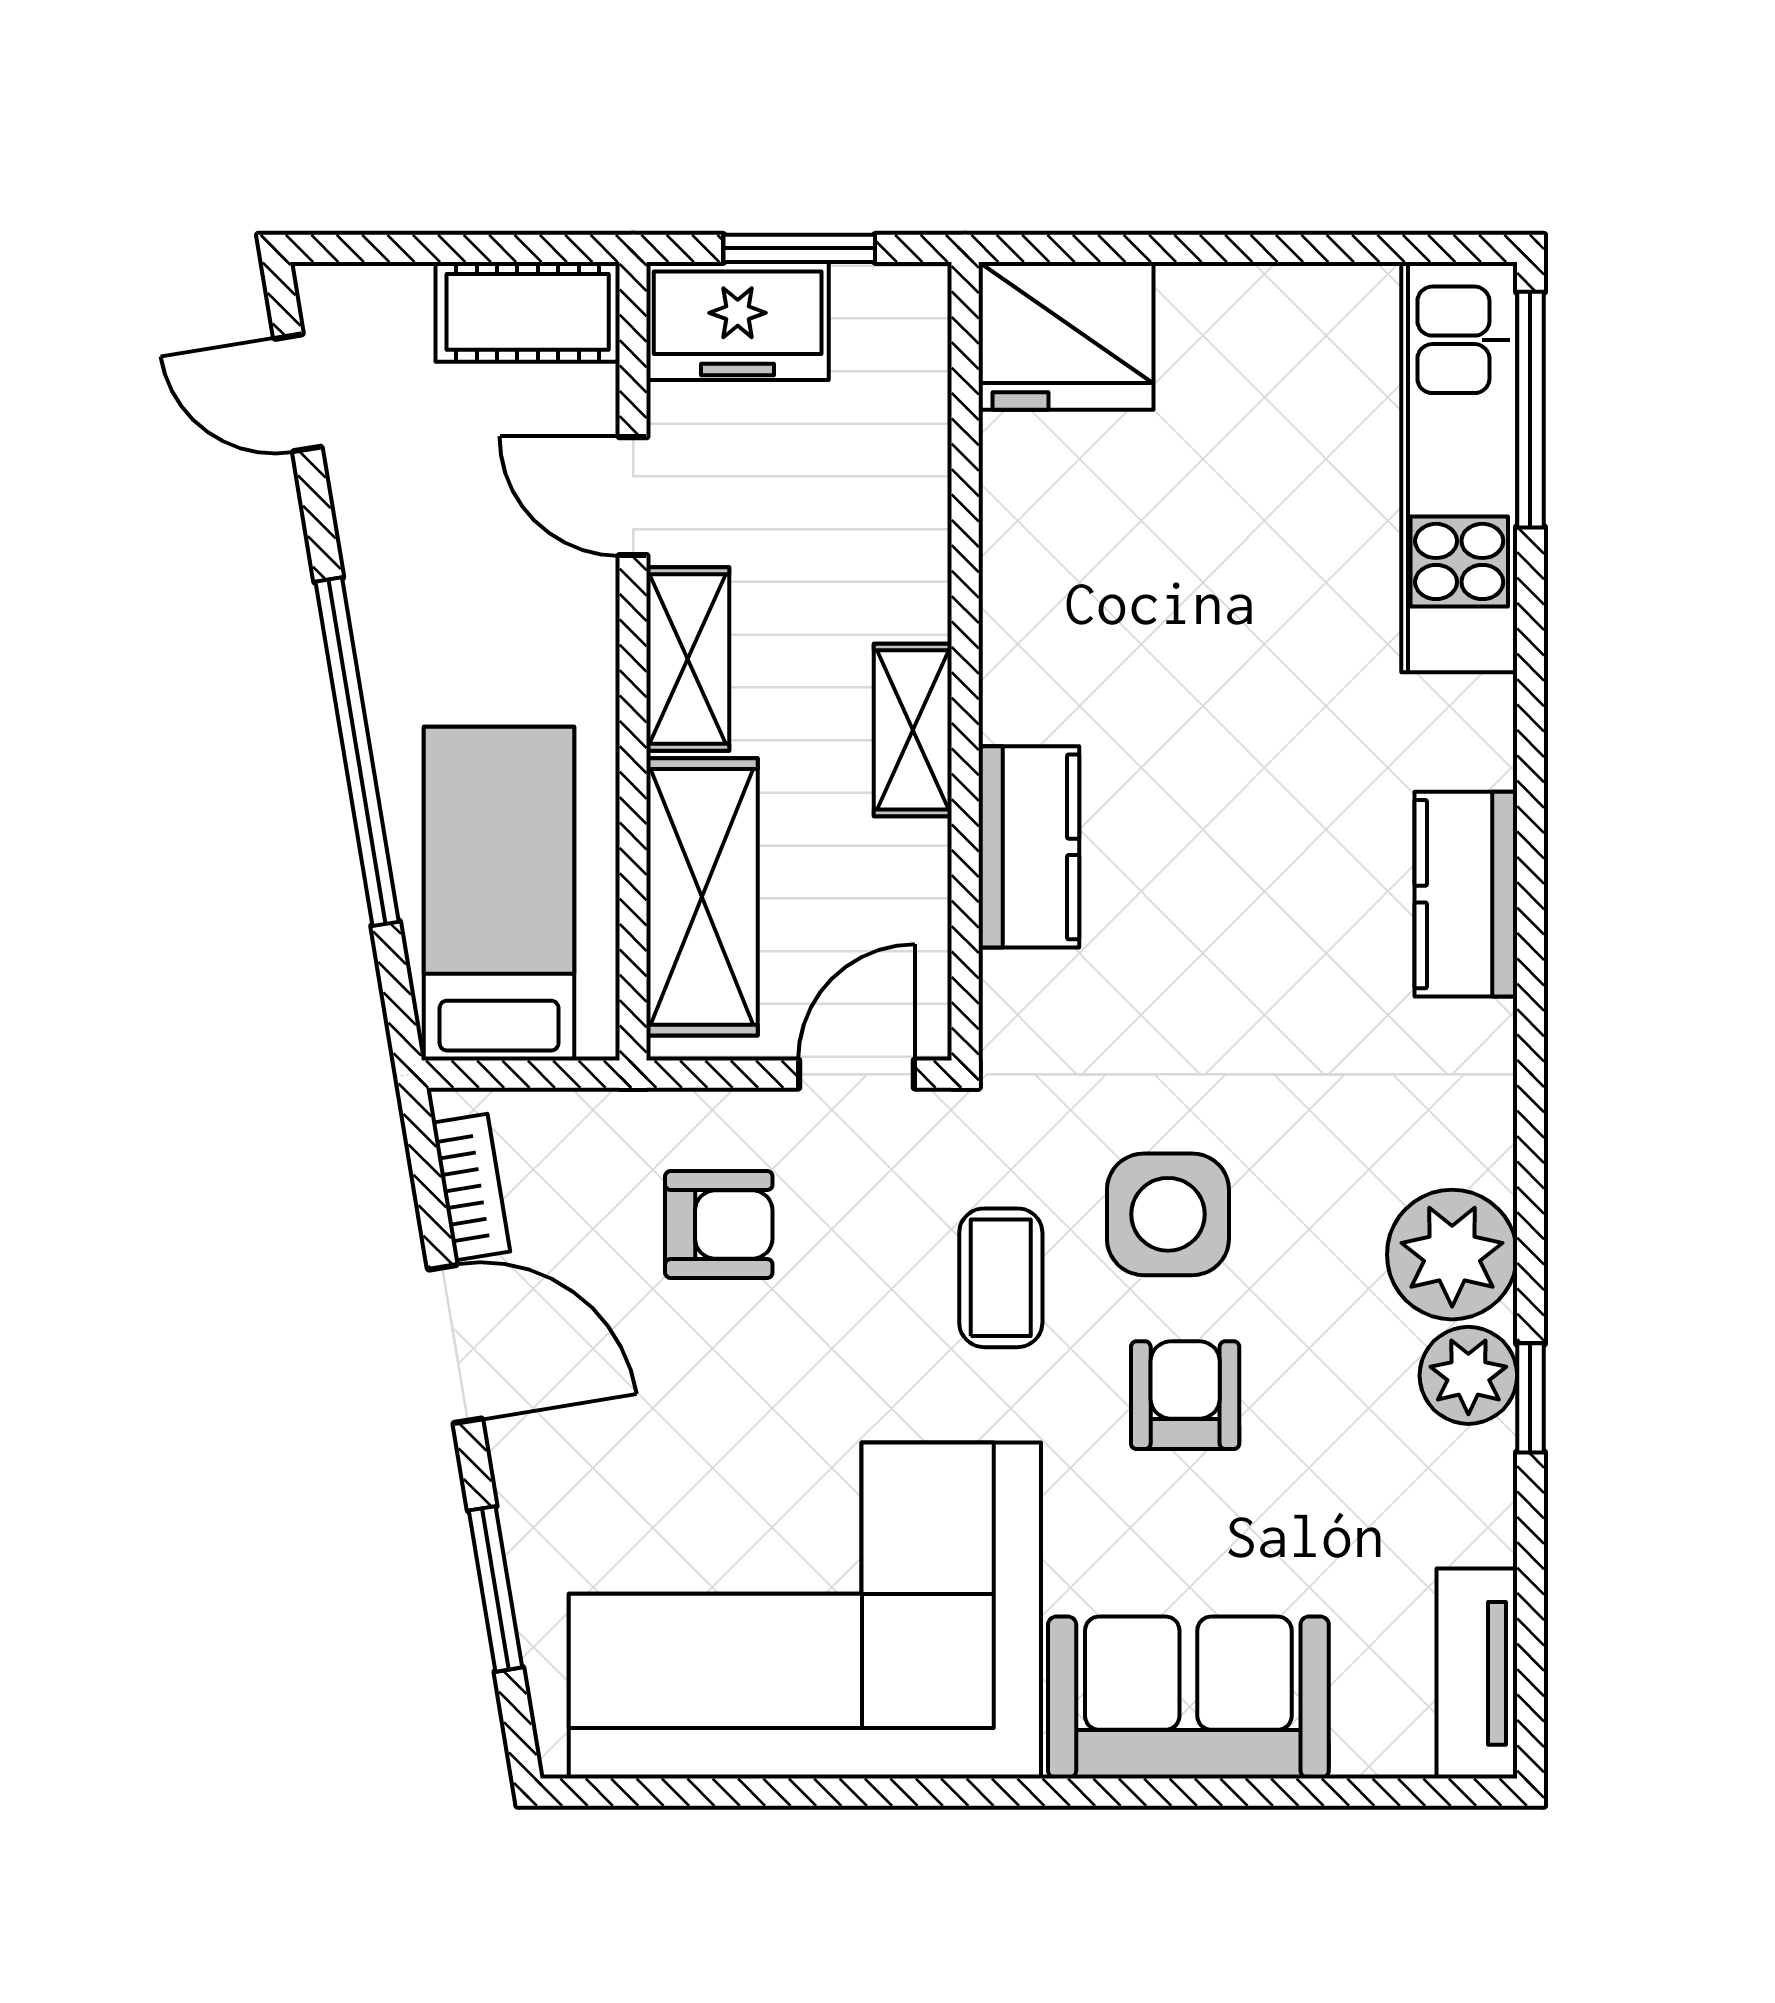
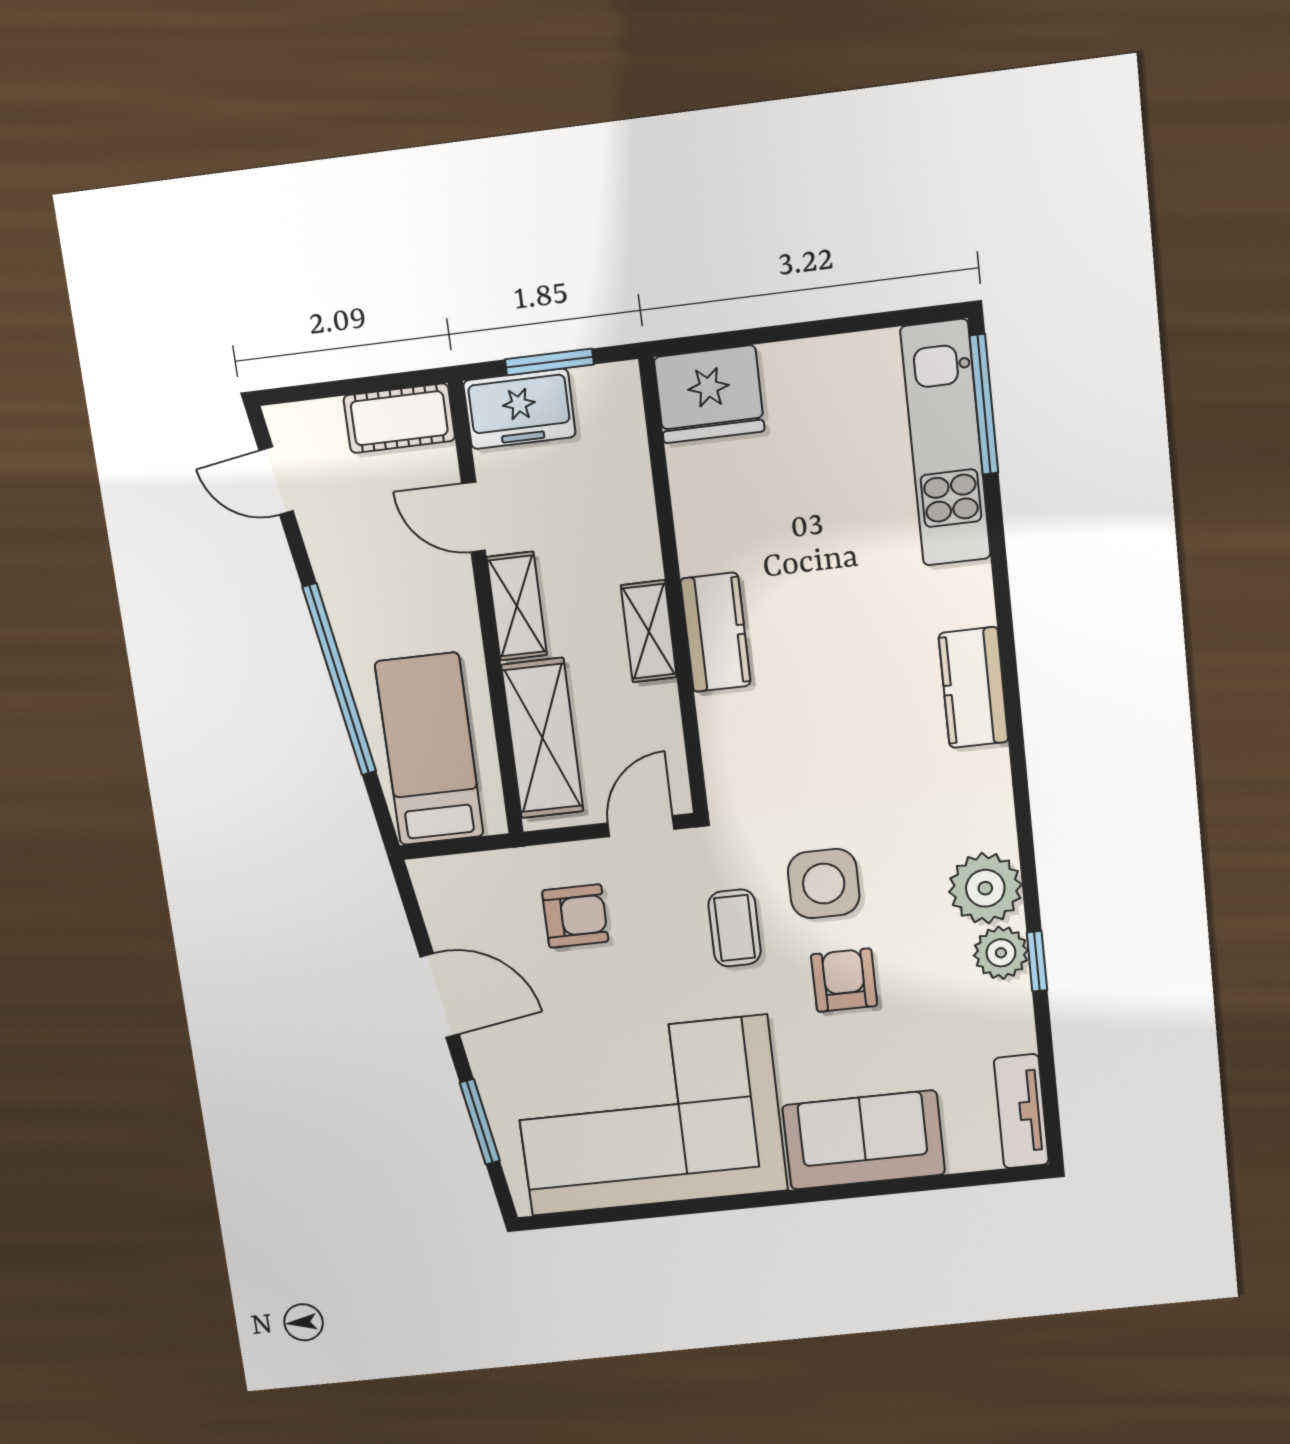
kitchen counter: (1029, 847) -> (716, 632), moved
bookcase: (471, 1187) -> (437, 911), removed

